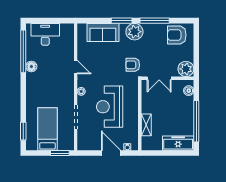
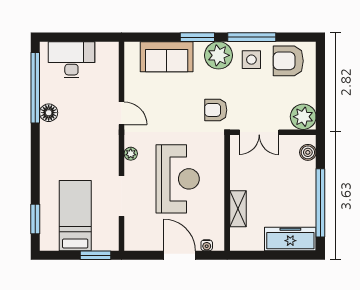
side table: (154, 34) -> (251, 60), added
reception desk: (110, 107) -> (178, 179), turned 180

